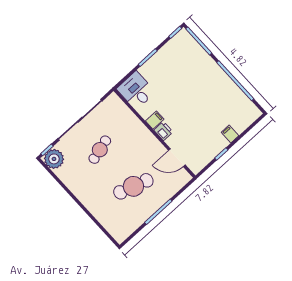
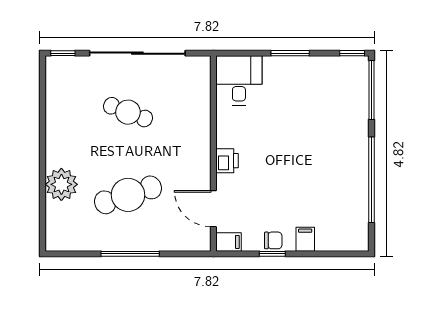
filing cabinet: (155, 120) -> (229, 242), moved
chair: (216, 148) -> (273, 240), added
cafe table: (100, 150) -> (128, 112), turned 36
plant: (54, 159) -> (61, 184), moved
cafe table: (133, 186) -> (128, 195), turned -36

